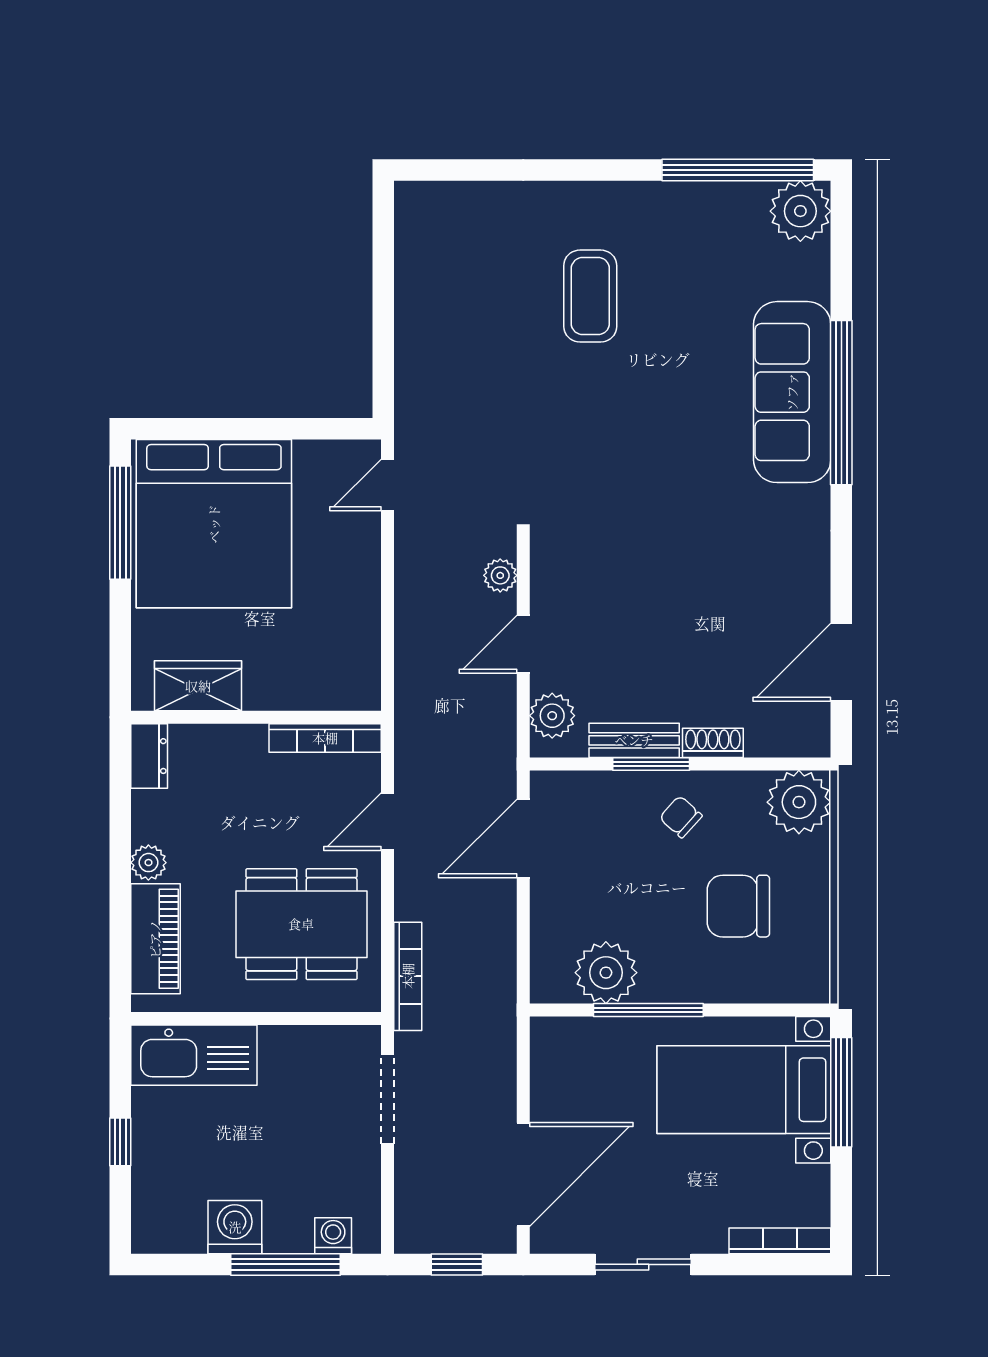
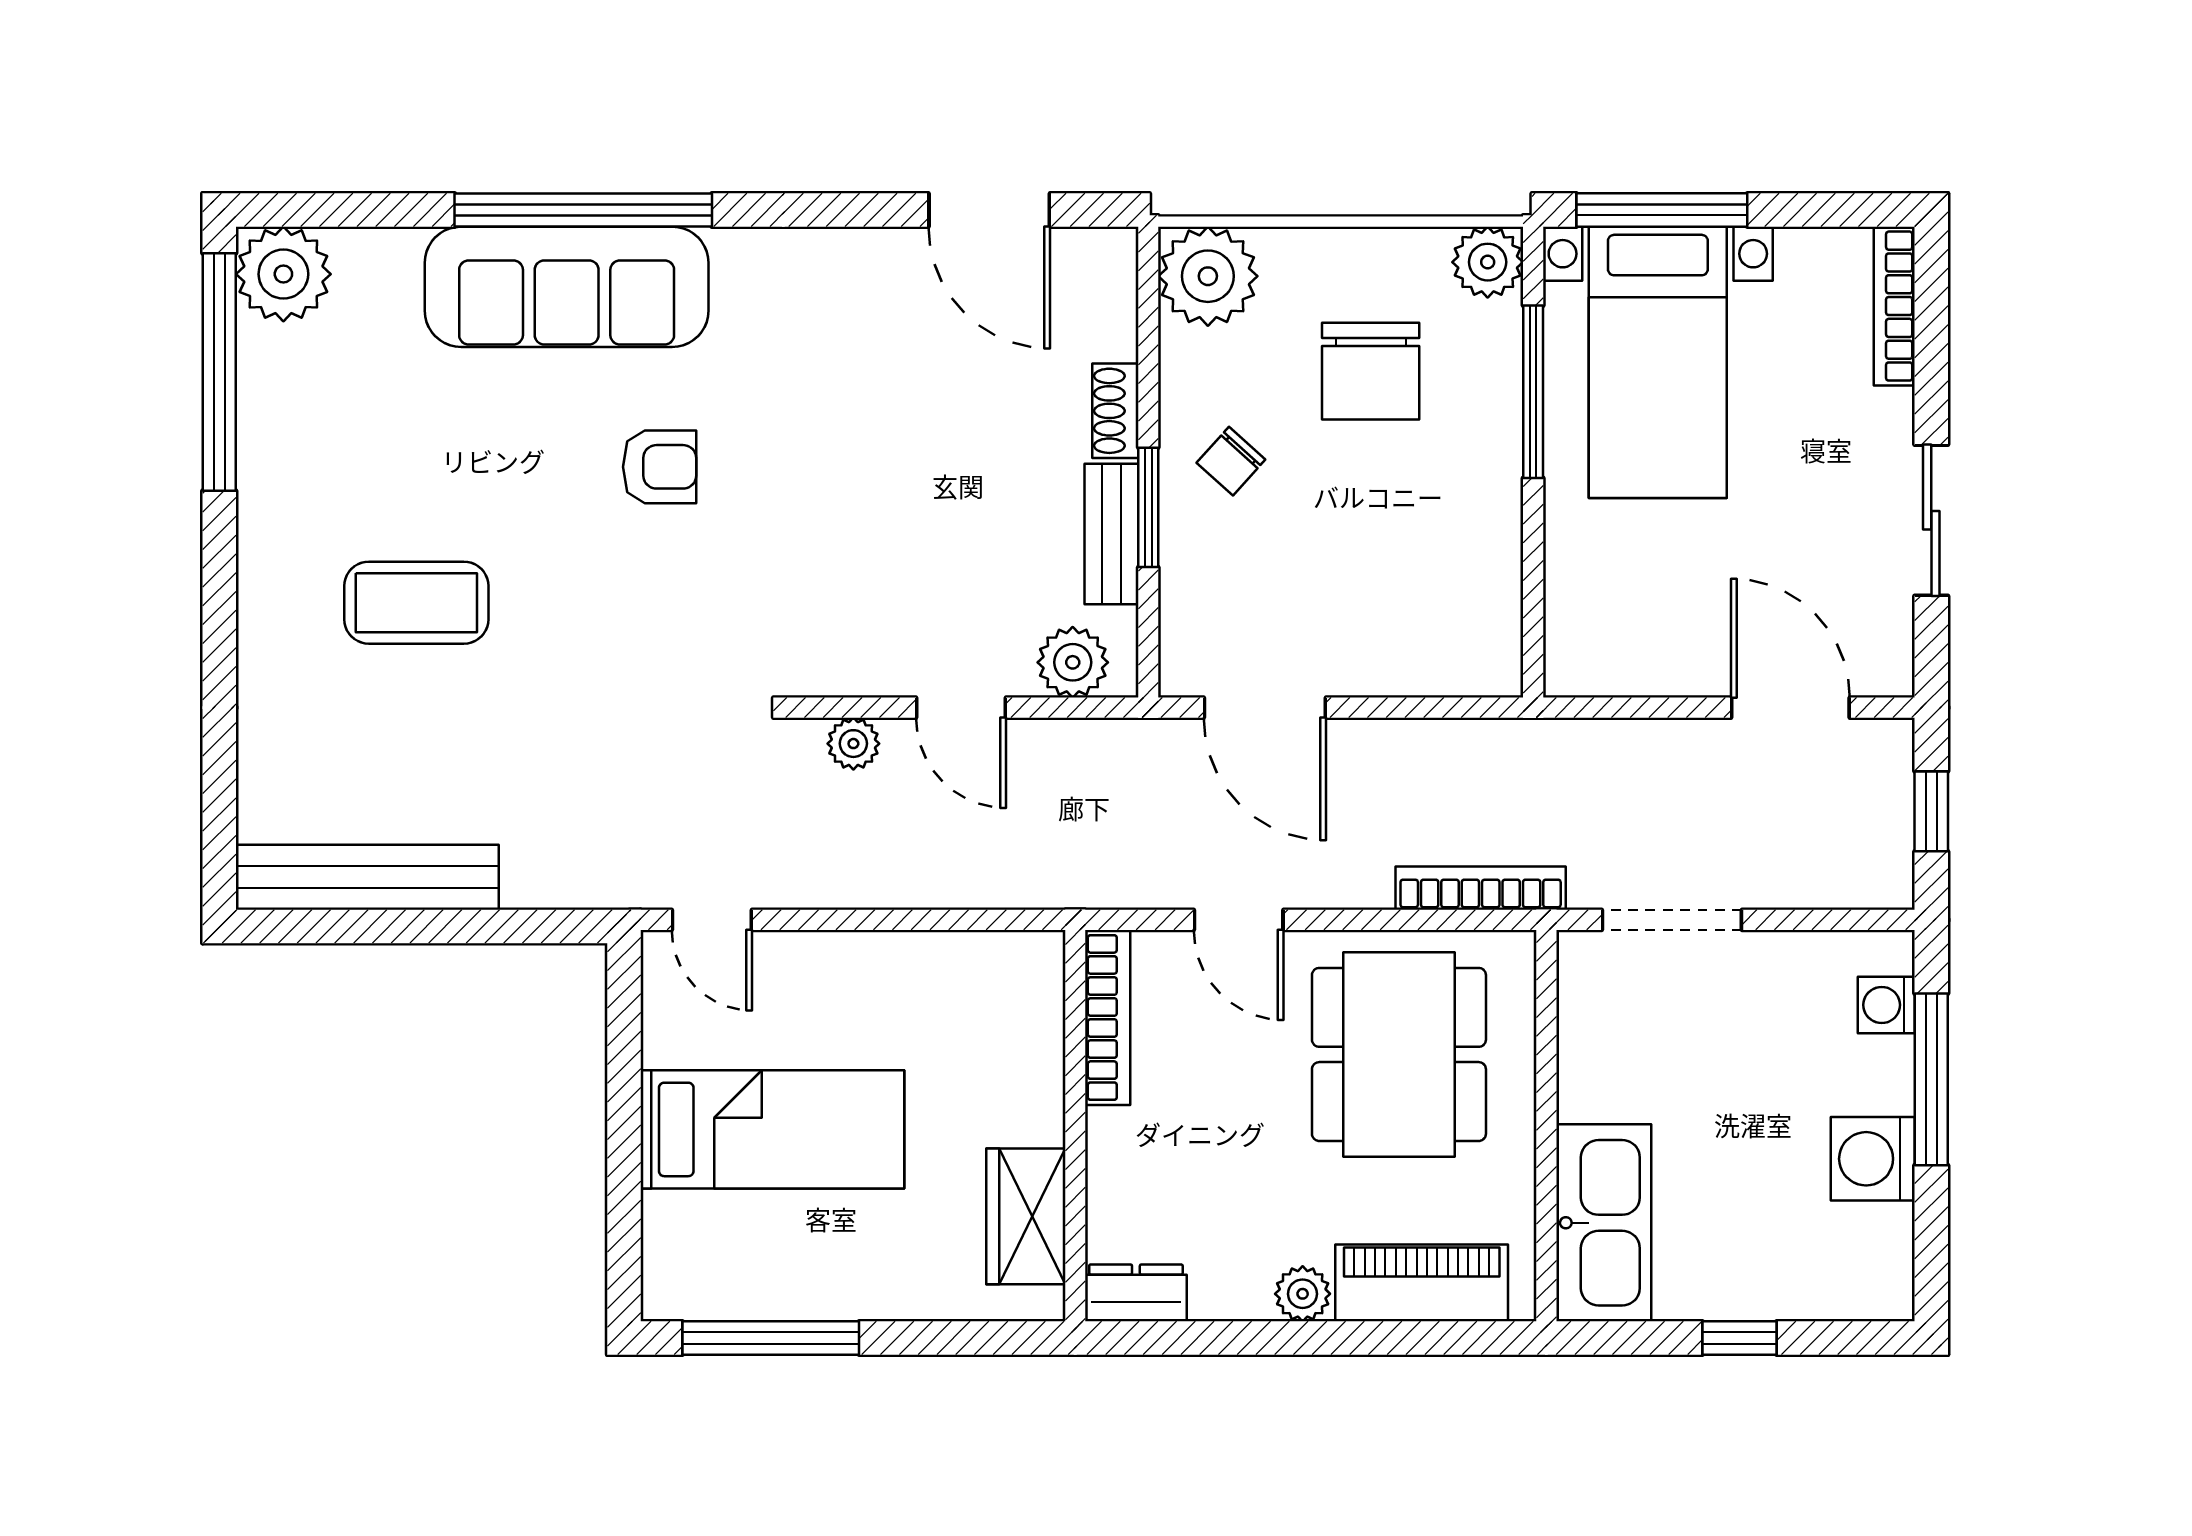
bench: (415, 265) -> (367, 877), added
armchair: (677, 451) -> (660, 467), added
bed: (214, 524) -> (772, 1129), width x0.49
plant: (606, 973) -> (1488, 262), moved, width x0.73, depth x0.73
window: (648, 1010) -> (1533, 392), moved
door: (523, 1174) -> (1790, 708), width x0.73

